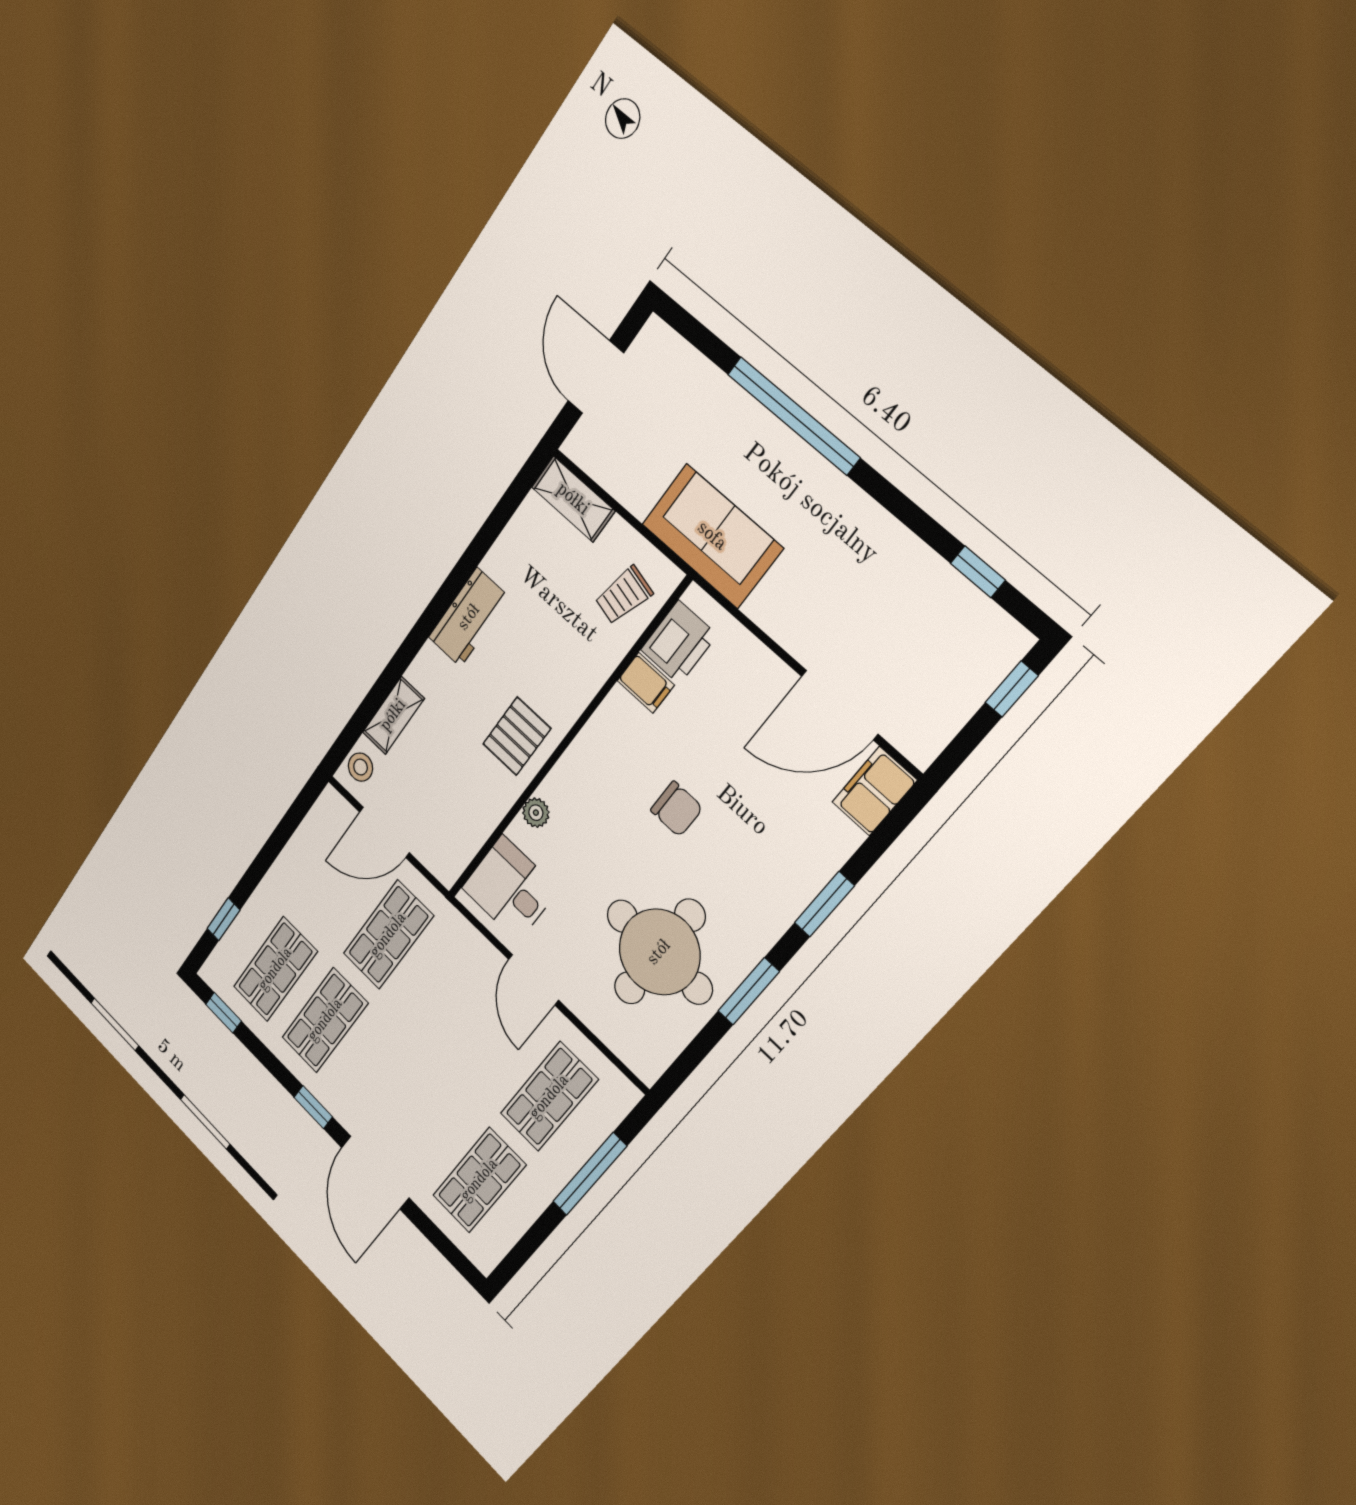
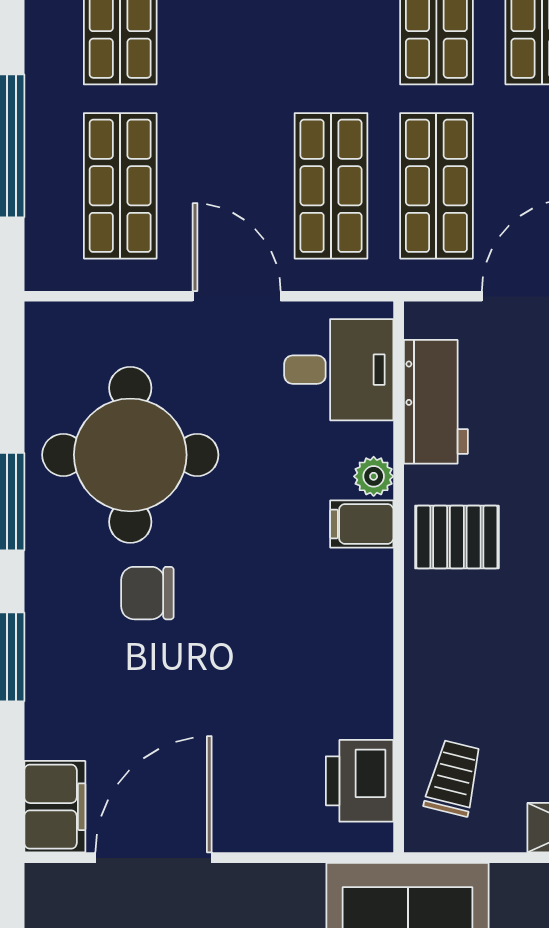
filing cabinet: (646, 683) -> (362, 524), moved
pallet: (517, 736) -> (457, 537), turned 90
chair: (677, 809) -> (147, 593), moved
workbench: (472, 822) -> (436, 402), added
shop shelf: (441, 988) -> (331, 186), added

